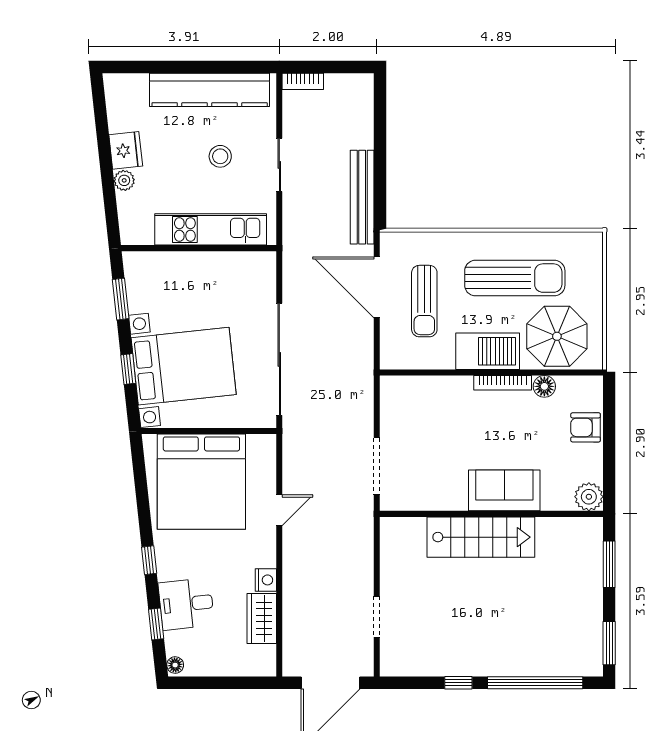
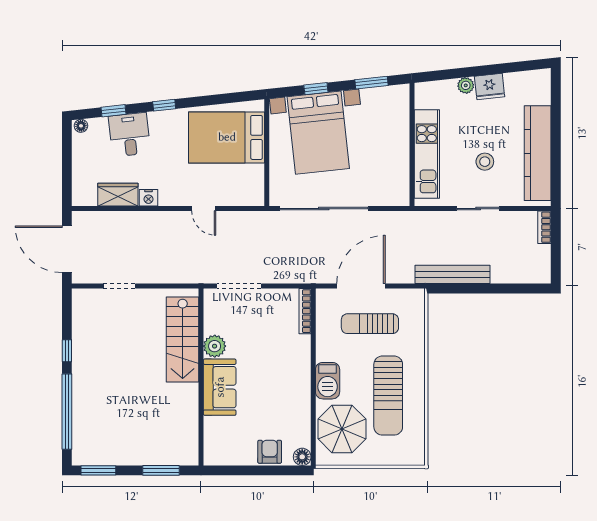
door: (377, 287) -> (361, 286), moved
barbecue: (488, 351) -> (328, 381), width x0.73, depth x0.83
bookcase: (503, 383) -> (305, 311), moved
floor lamp: (544, 386) -> (302, 457), moved
bed: (201, 482) -> (227, 137), width x0.73
plant: (589, 497) -> (215, 346), moved
stairs: (481, 537) -> (183, 339), moved

